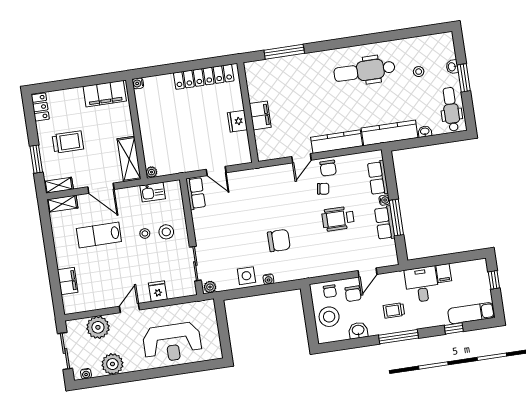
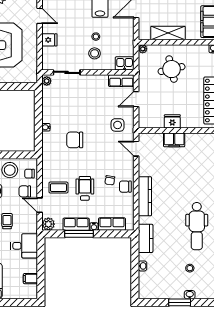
dental chair: (364, 71) -> (197, 226), turned 180
dental chair: (451, 109) -> (157, 289), removed
round table: (172, 132) -> (172, 69), added
kitchen counter: (390, 133) -> (146, 238), width x0.67
door: (301, 158) -> (136, 149), moved
shelving: (129, 159) -> (168, 33), moved
kitchen sink: (153, 192) -> (125, 63), moved, turned 90
chair: (279, 241) -> (75, 140), turned 90
coffee table: (342, 252) -> (58, 188), added
plant: (390, 258) -> (48, 224), added
filing cabinet: (444, 273) -> (30, 279), moved
side table: (246, 276) -> (118, 125), moved
window: (494, 280) -> (19, 302), removed

